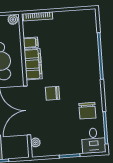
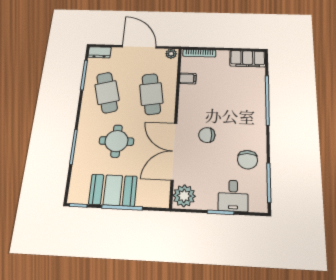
filing cabinet: (33, 64) -> (248, 59), moved, turned 90
desk: (94, 141) -> (233, 196), moved
plant: (35, 142) -> (184, 196), width x1.87, depth x1.87

